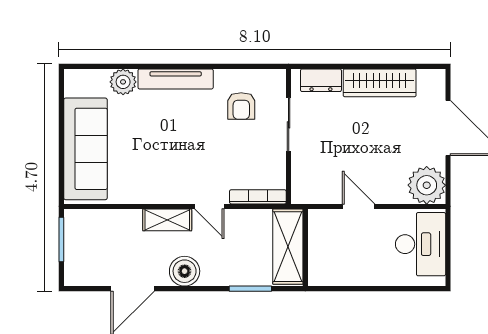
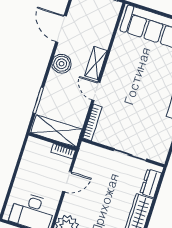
armchair: (241, 106) -> (151, 130), removed
door: (209, 206) -> (96, 91), hinge flipped
bookcase: (315, 227) -> (63, 151), added

